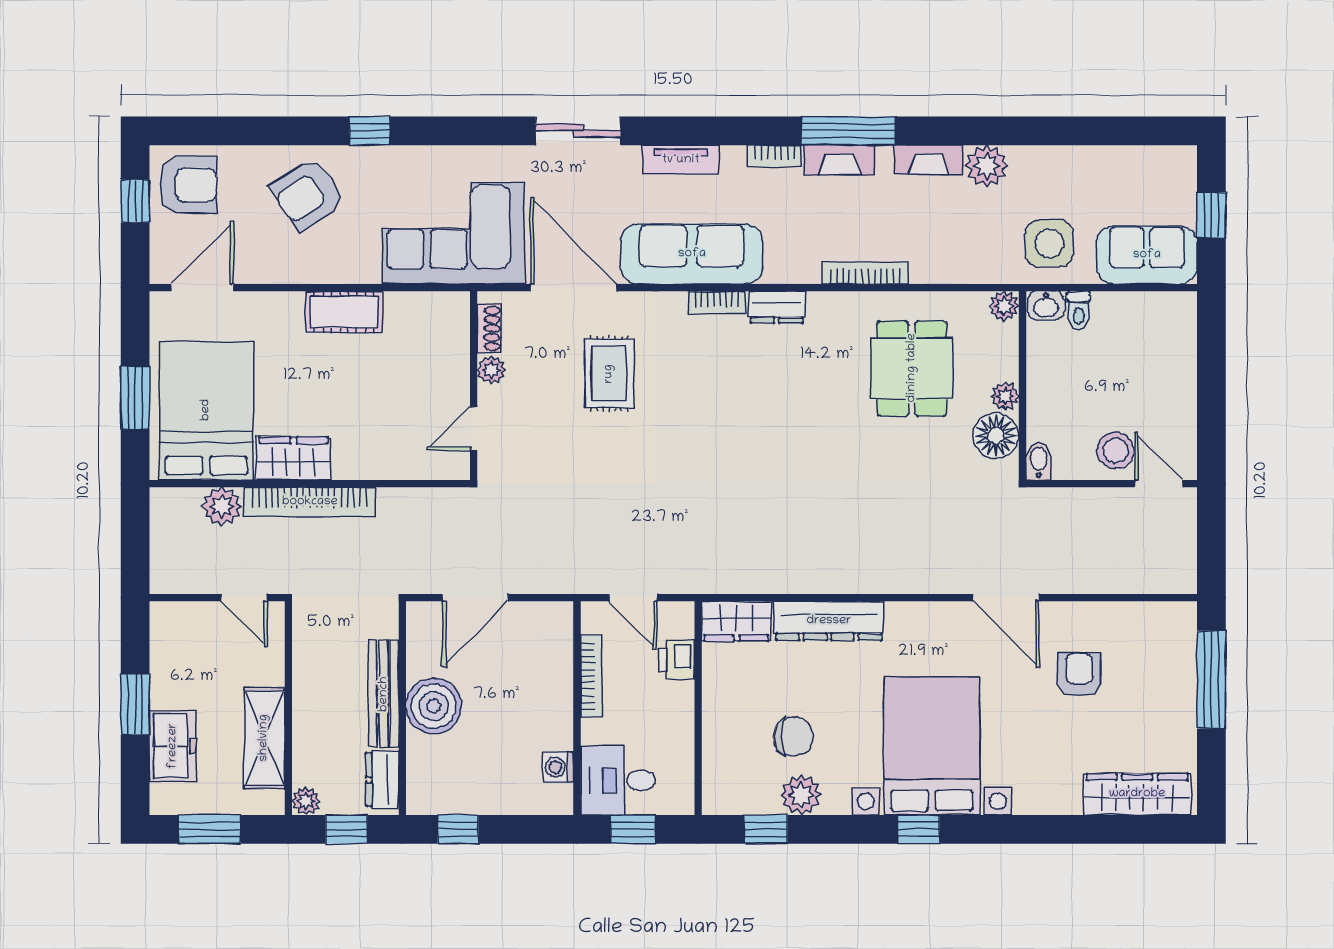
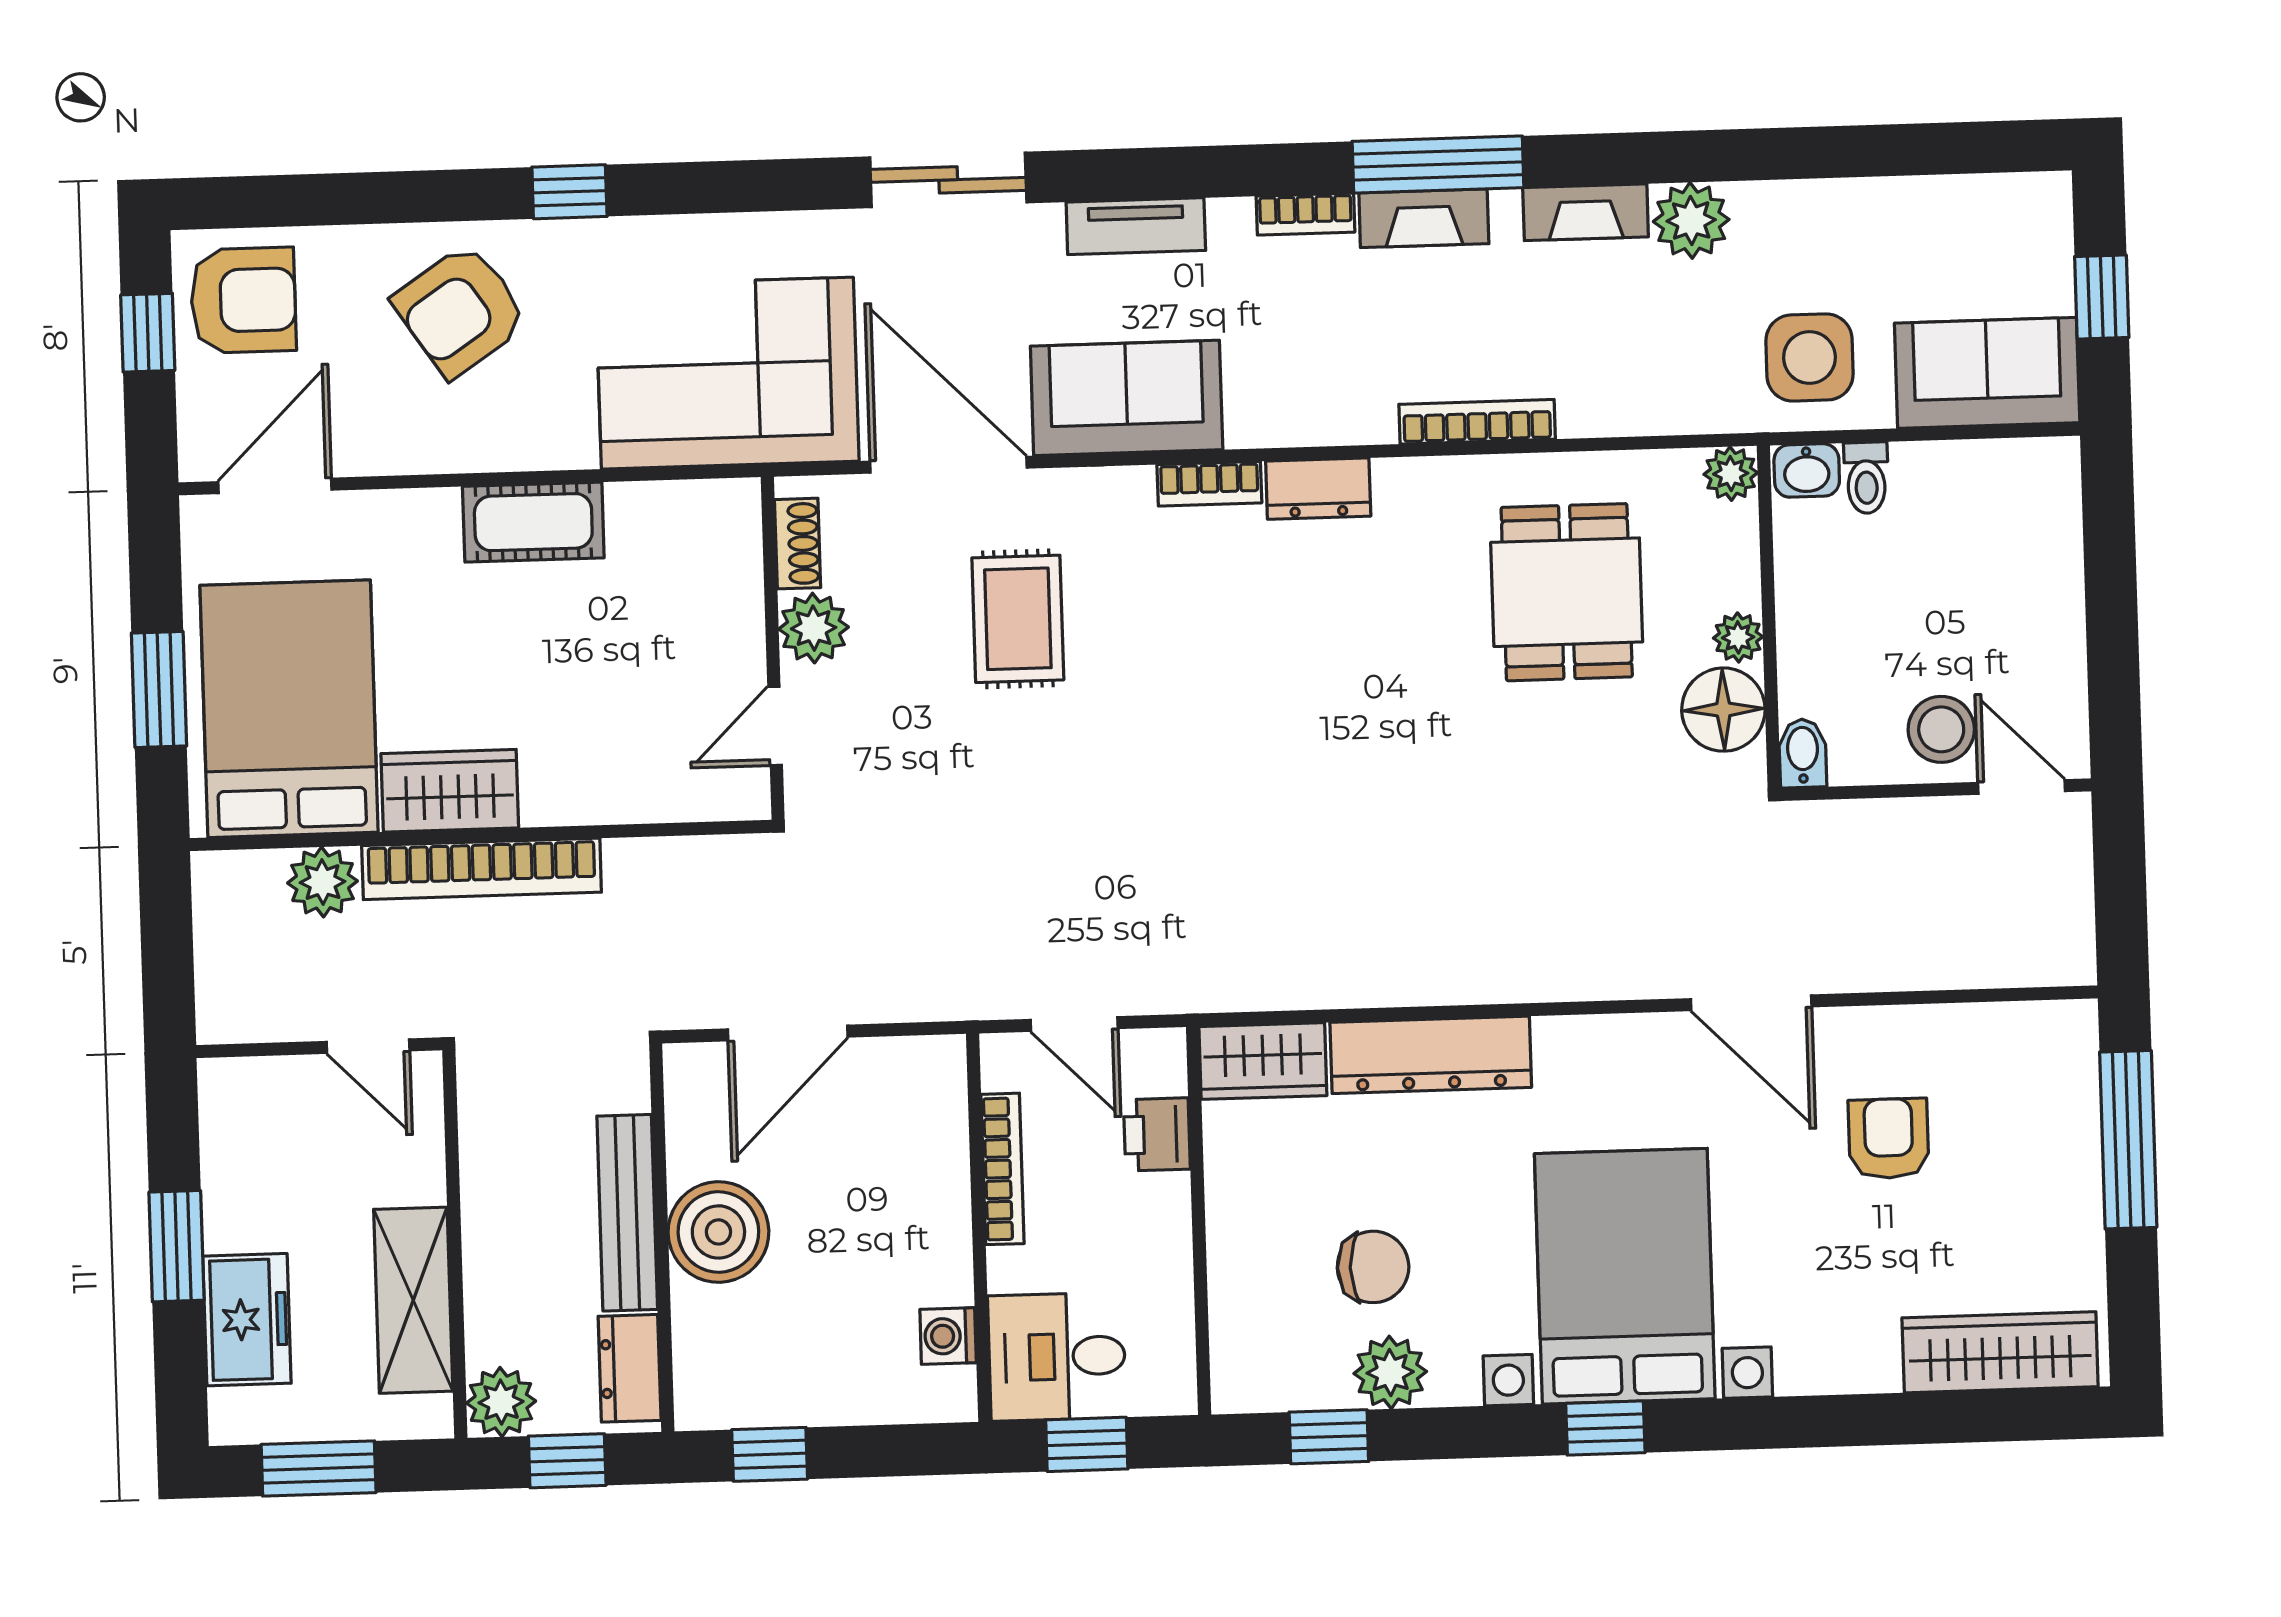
sofa: (692, 254) -> (1127, 398), width x0.73
plant: (491, 370) -> (814, 628), width x1.38, depth x1.38
plant: (306, 801) -> (501, 1402), width x1.38, depth x1.38

